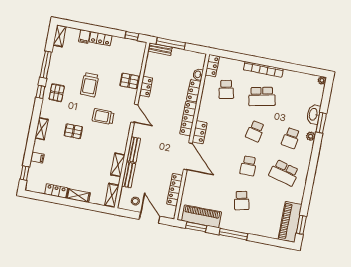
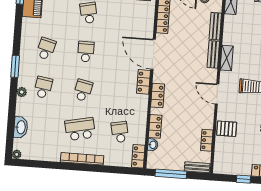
window: (132, 36) -> (243, 179), moved
window: (171, 44) -> (171, 174), moved
locker: (146, 87) -> (207, 140), moved
washbasin: (314, 114) -> (21, 127), moved
locker: (188, 118) -> (158, 95), width x0.66
window: (321, 123) -> (15, 66), moved
shelving: (118, 165) -> (227, 58), moved
school desk: (284, 173) -> (46, 49), width x0.54

